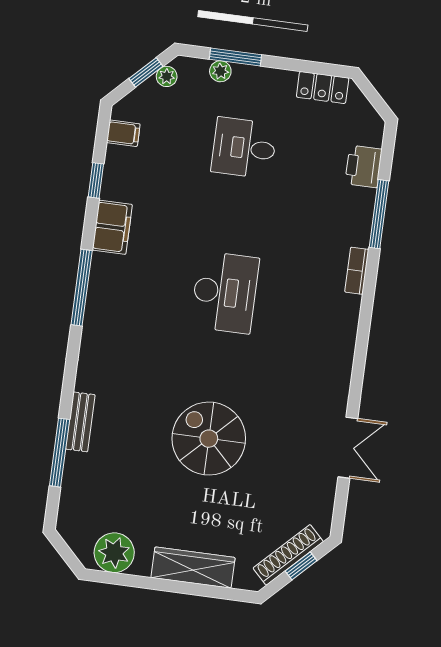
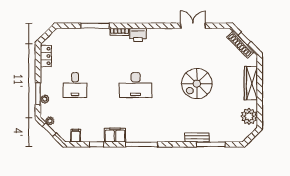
printer: (363, 166) -> (138, 35), moved
desk: (225, 292) -> (136, 85), turned 180

